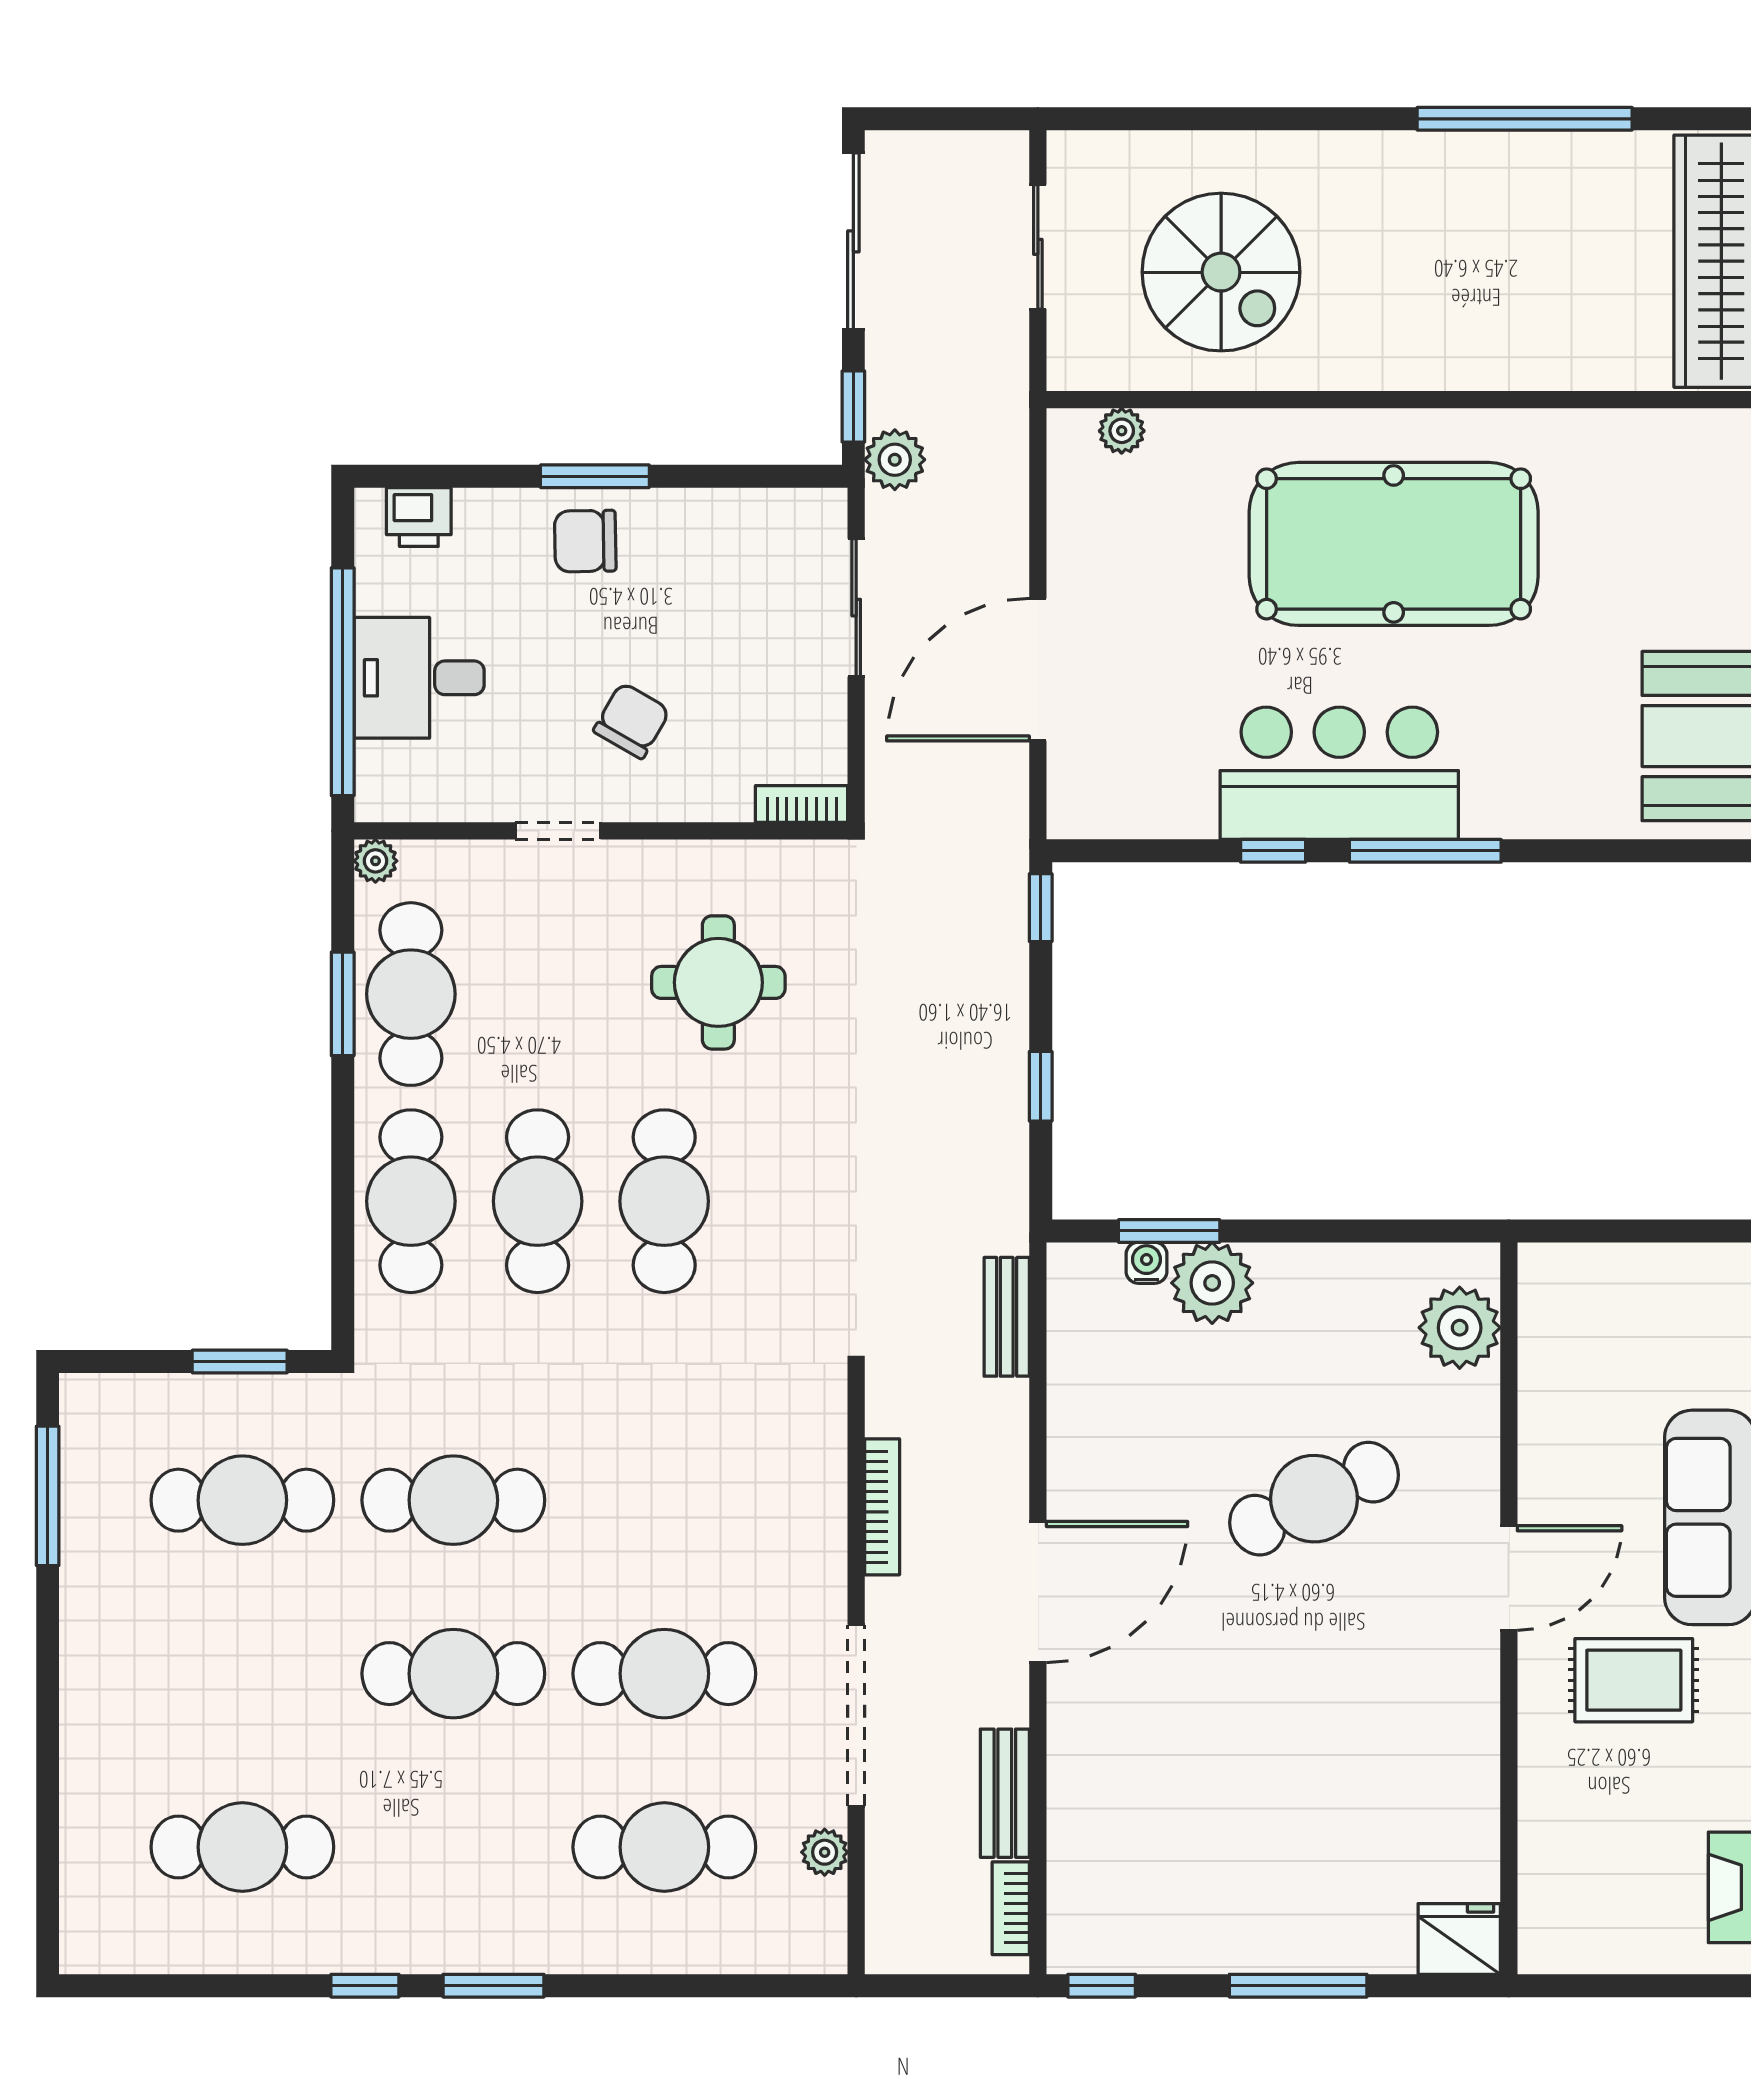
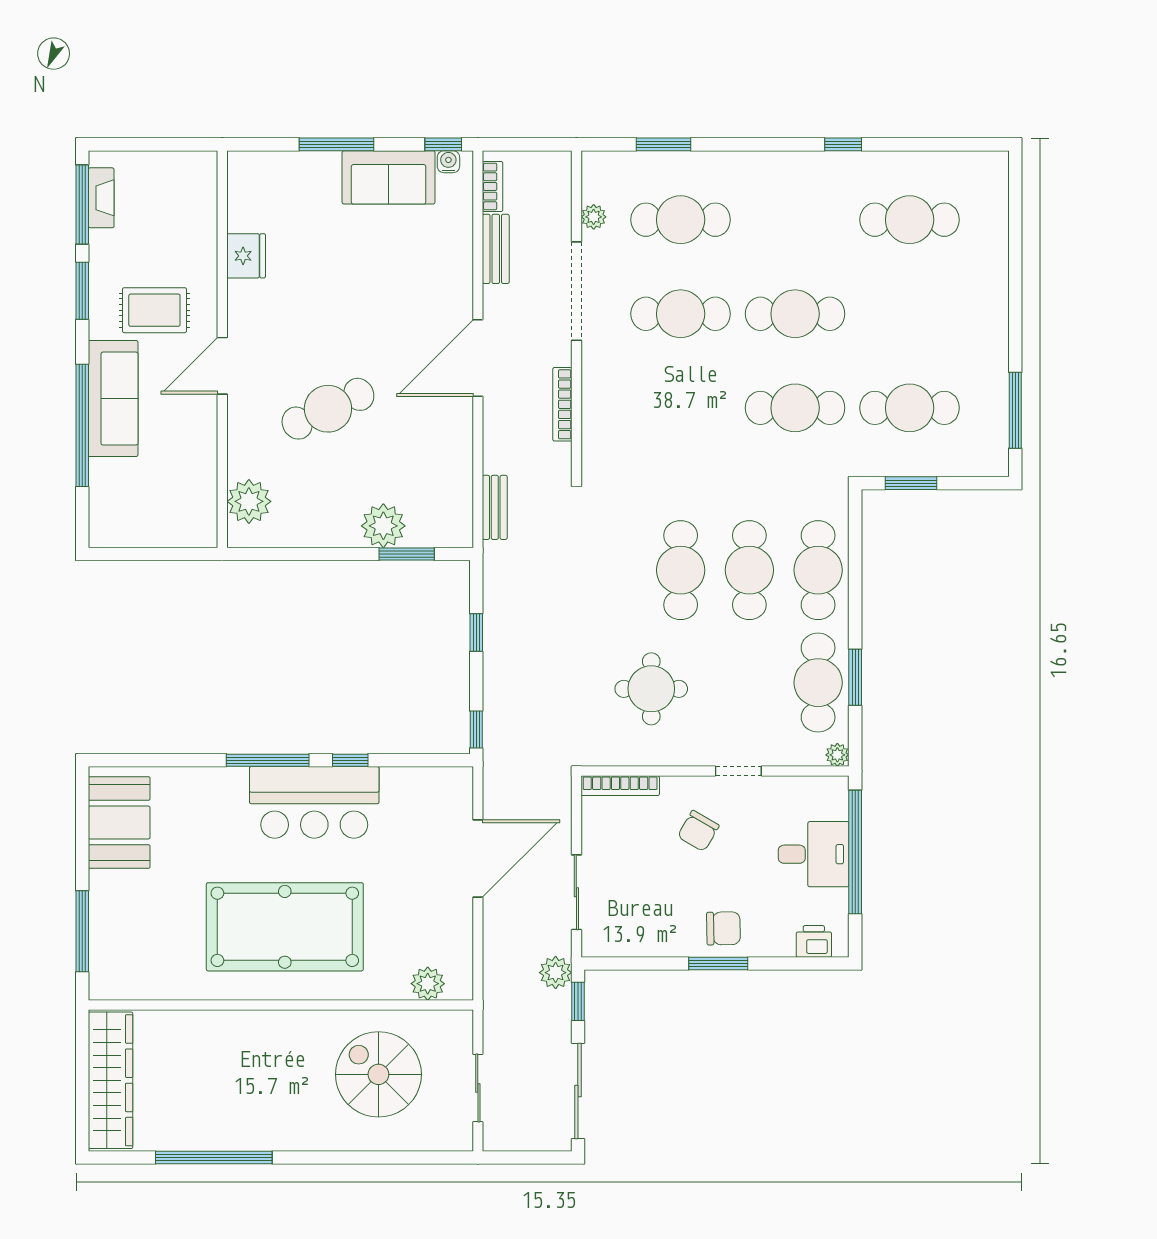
plant: (1122, 431) -> (428, 984), width x1.38, depth x1.38
bookcase: (802, 804) -> (620, 786), width x1.56
water cooler: (1146, 1263) -> (448, 162), moved, turned 180
sofa: (1202, 1925) -> (389, 177), added
fridge: (1459, 1939) -> (246, 256), moved, turned -90
window: (494, 1986) -> (663, 144), moved

